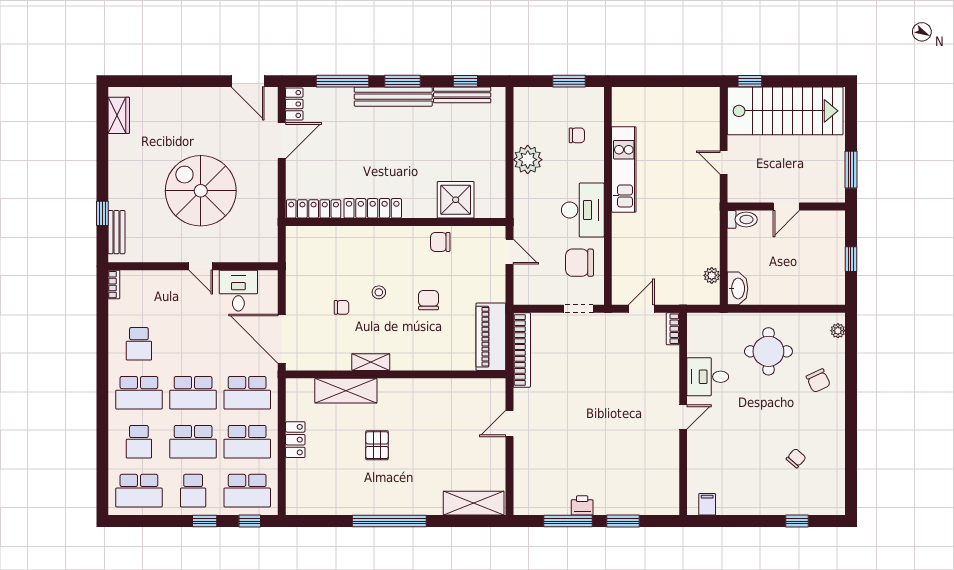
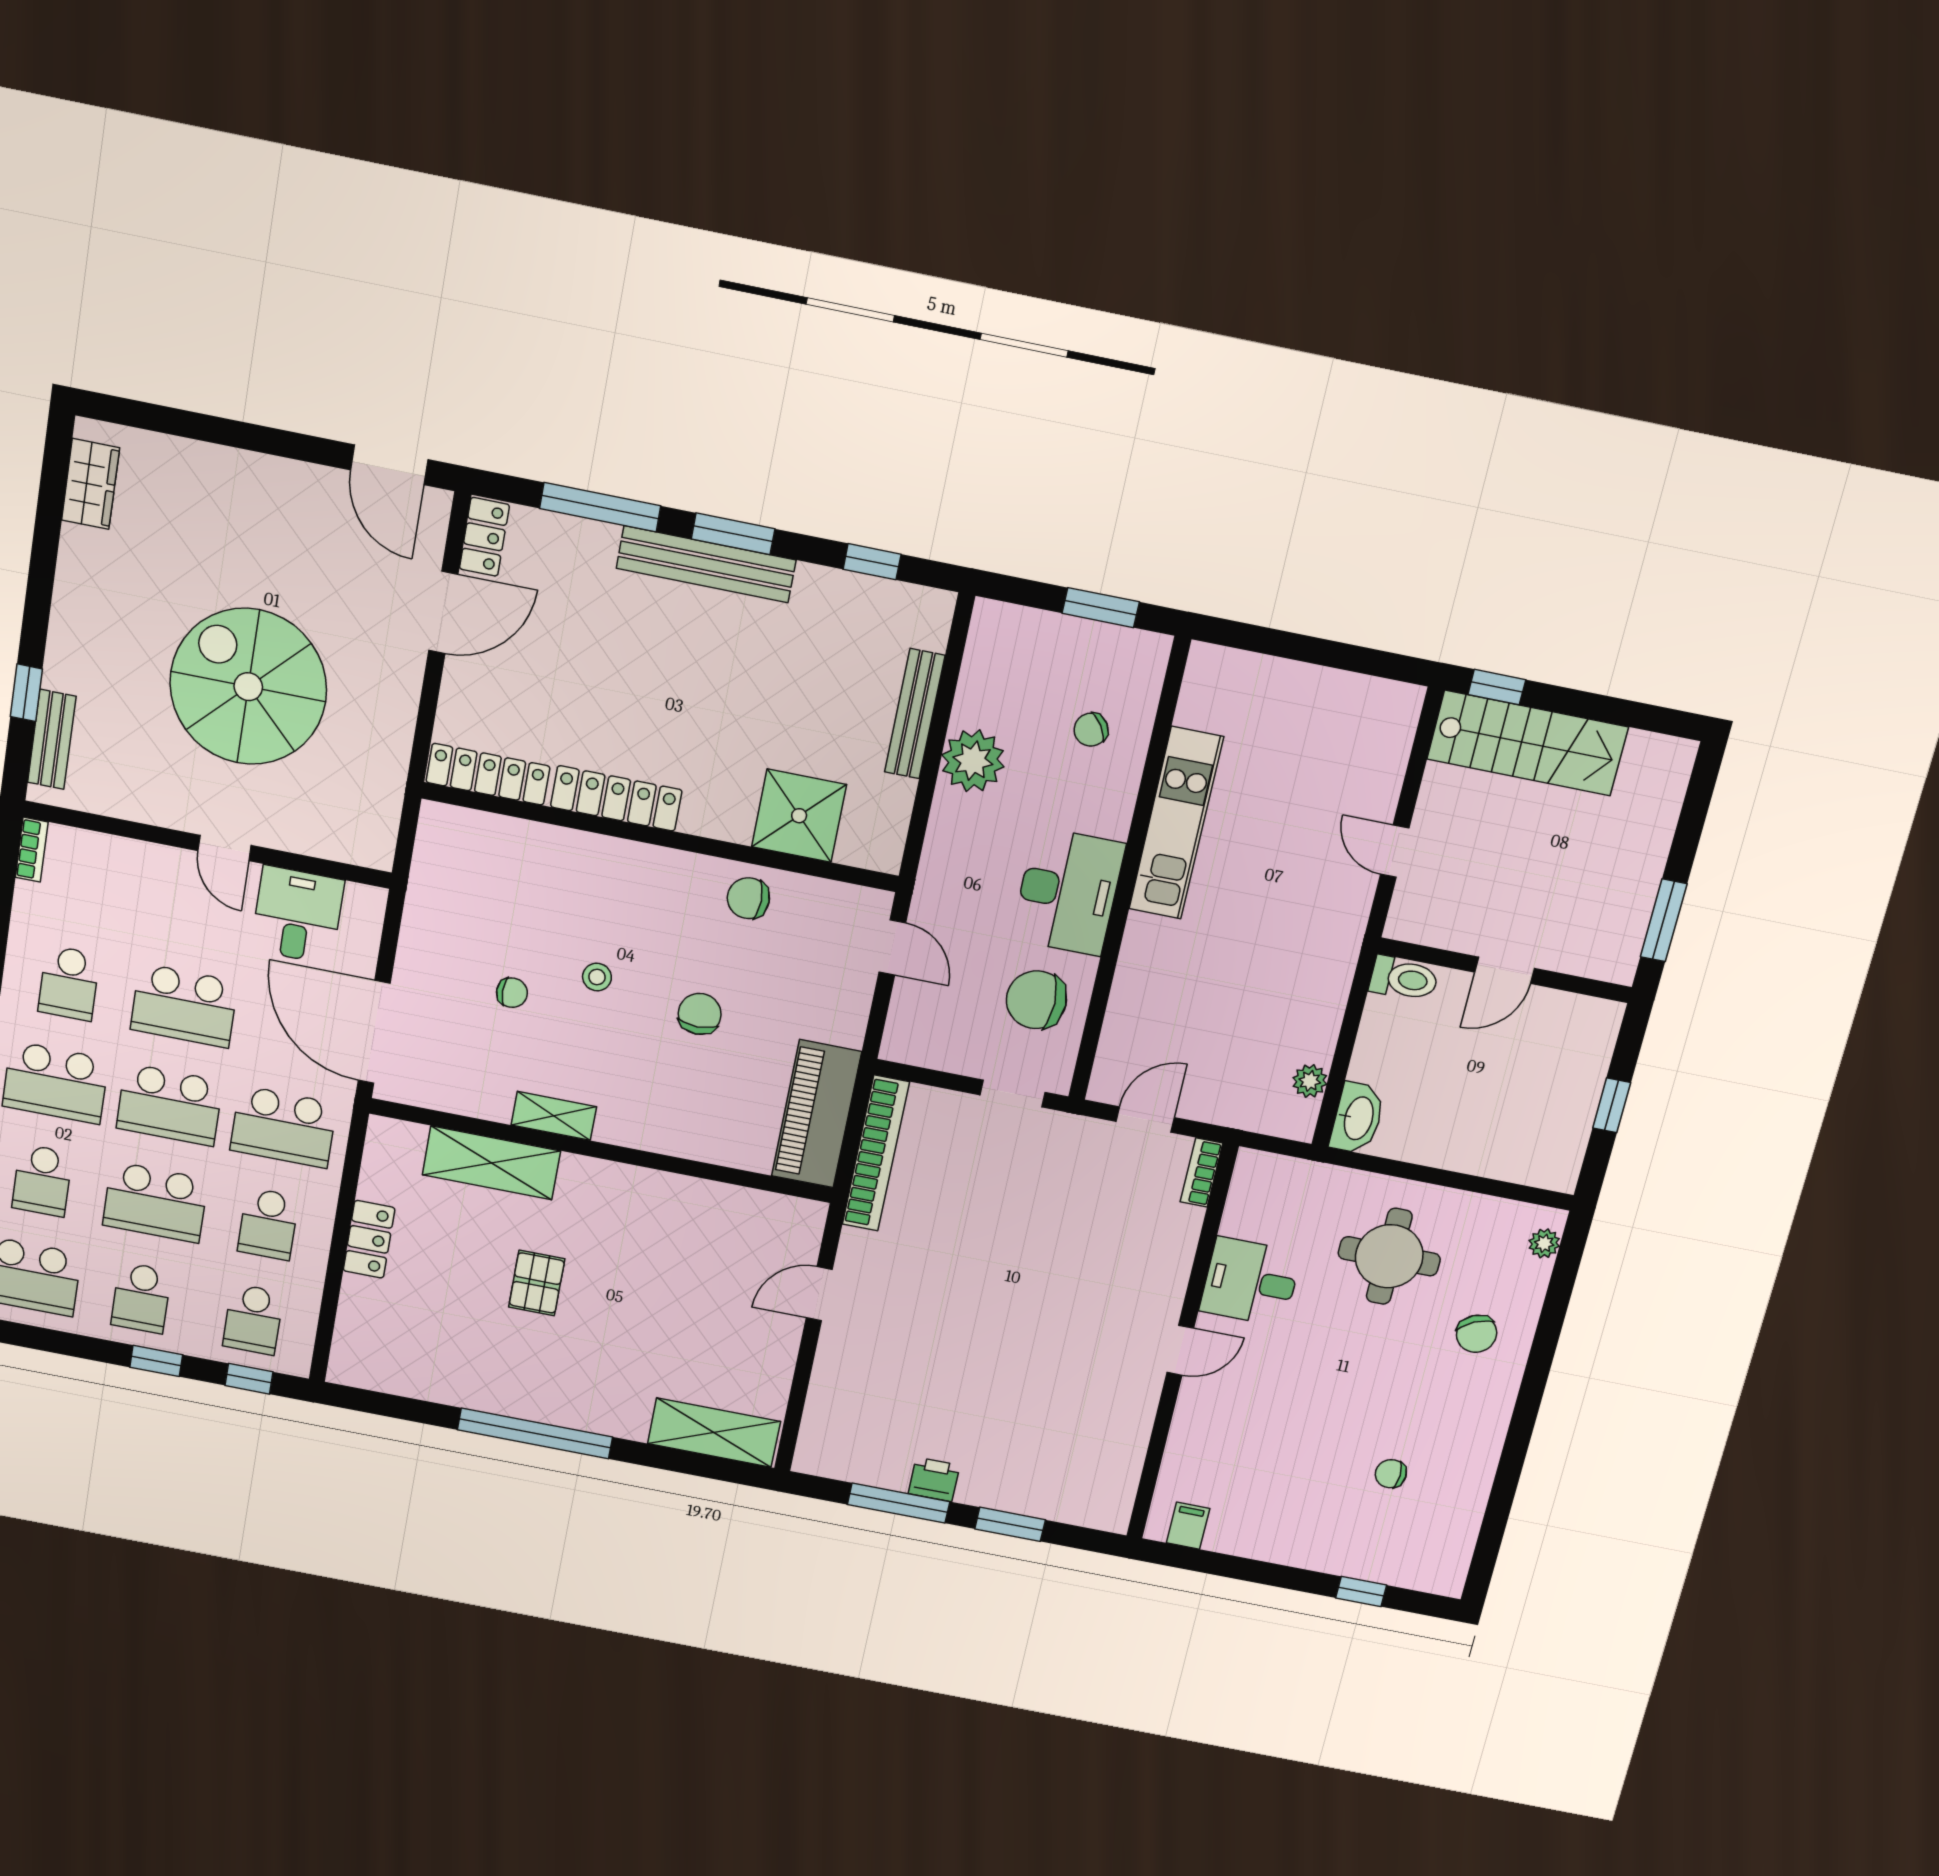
bench: (462, 95) -> (915, 714), moved, turned 90
stairs: (785, 111) -> (1528, 743), width x0.73, depth x0.66
chair: (577, 135) -> (1091, 730), turned 146
school desk: (193, 344) -> (184, 1006), added
school desk: (247, 442) -> (268, 1224), width x0.54
chair: (796, 458) -> (1391, 1474), turned -130
school desk: (247, 491) -> (253, 1319), width x0.54

